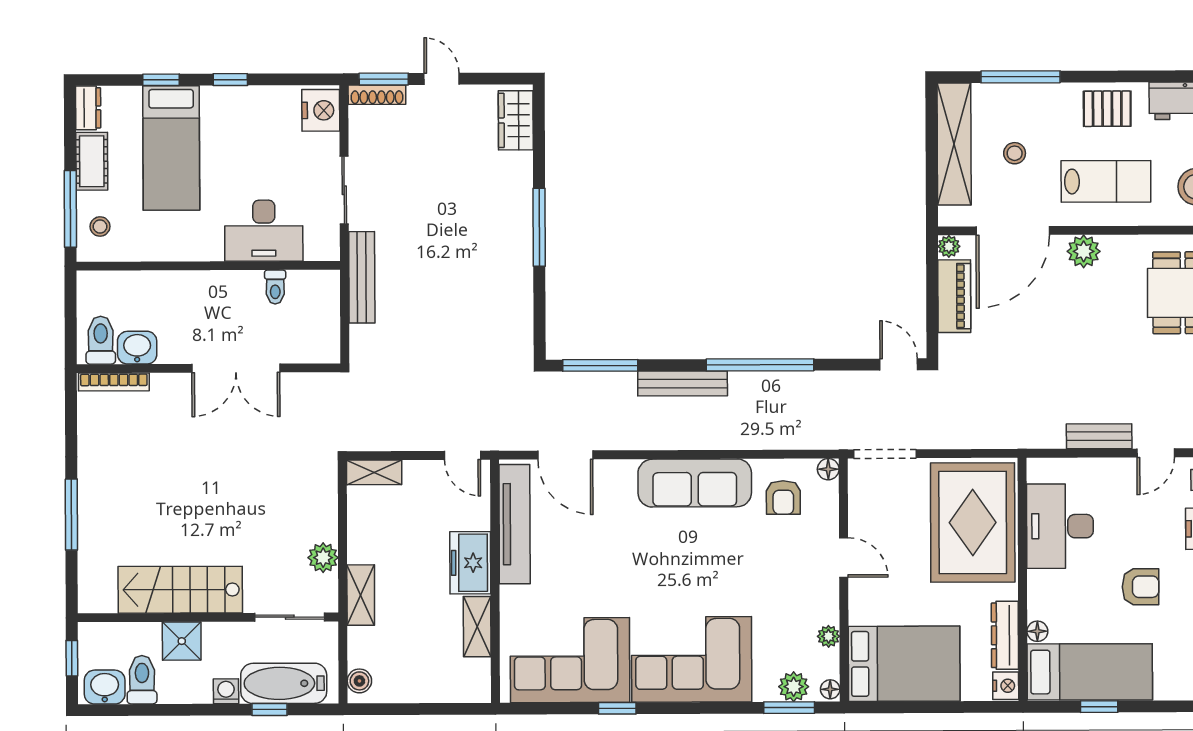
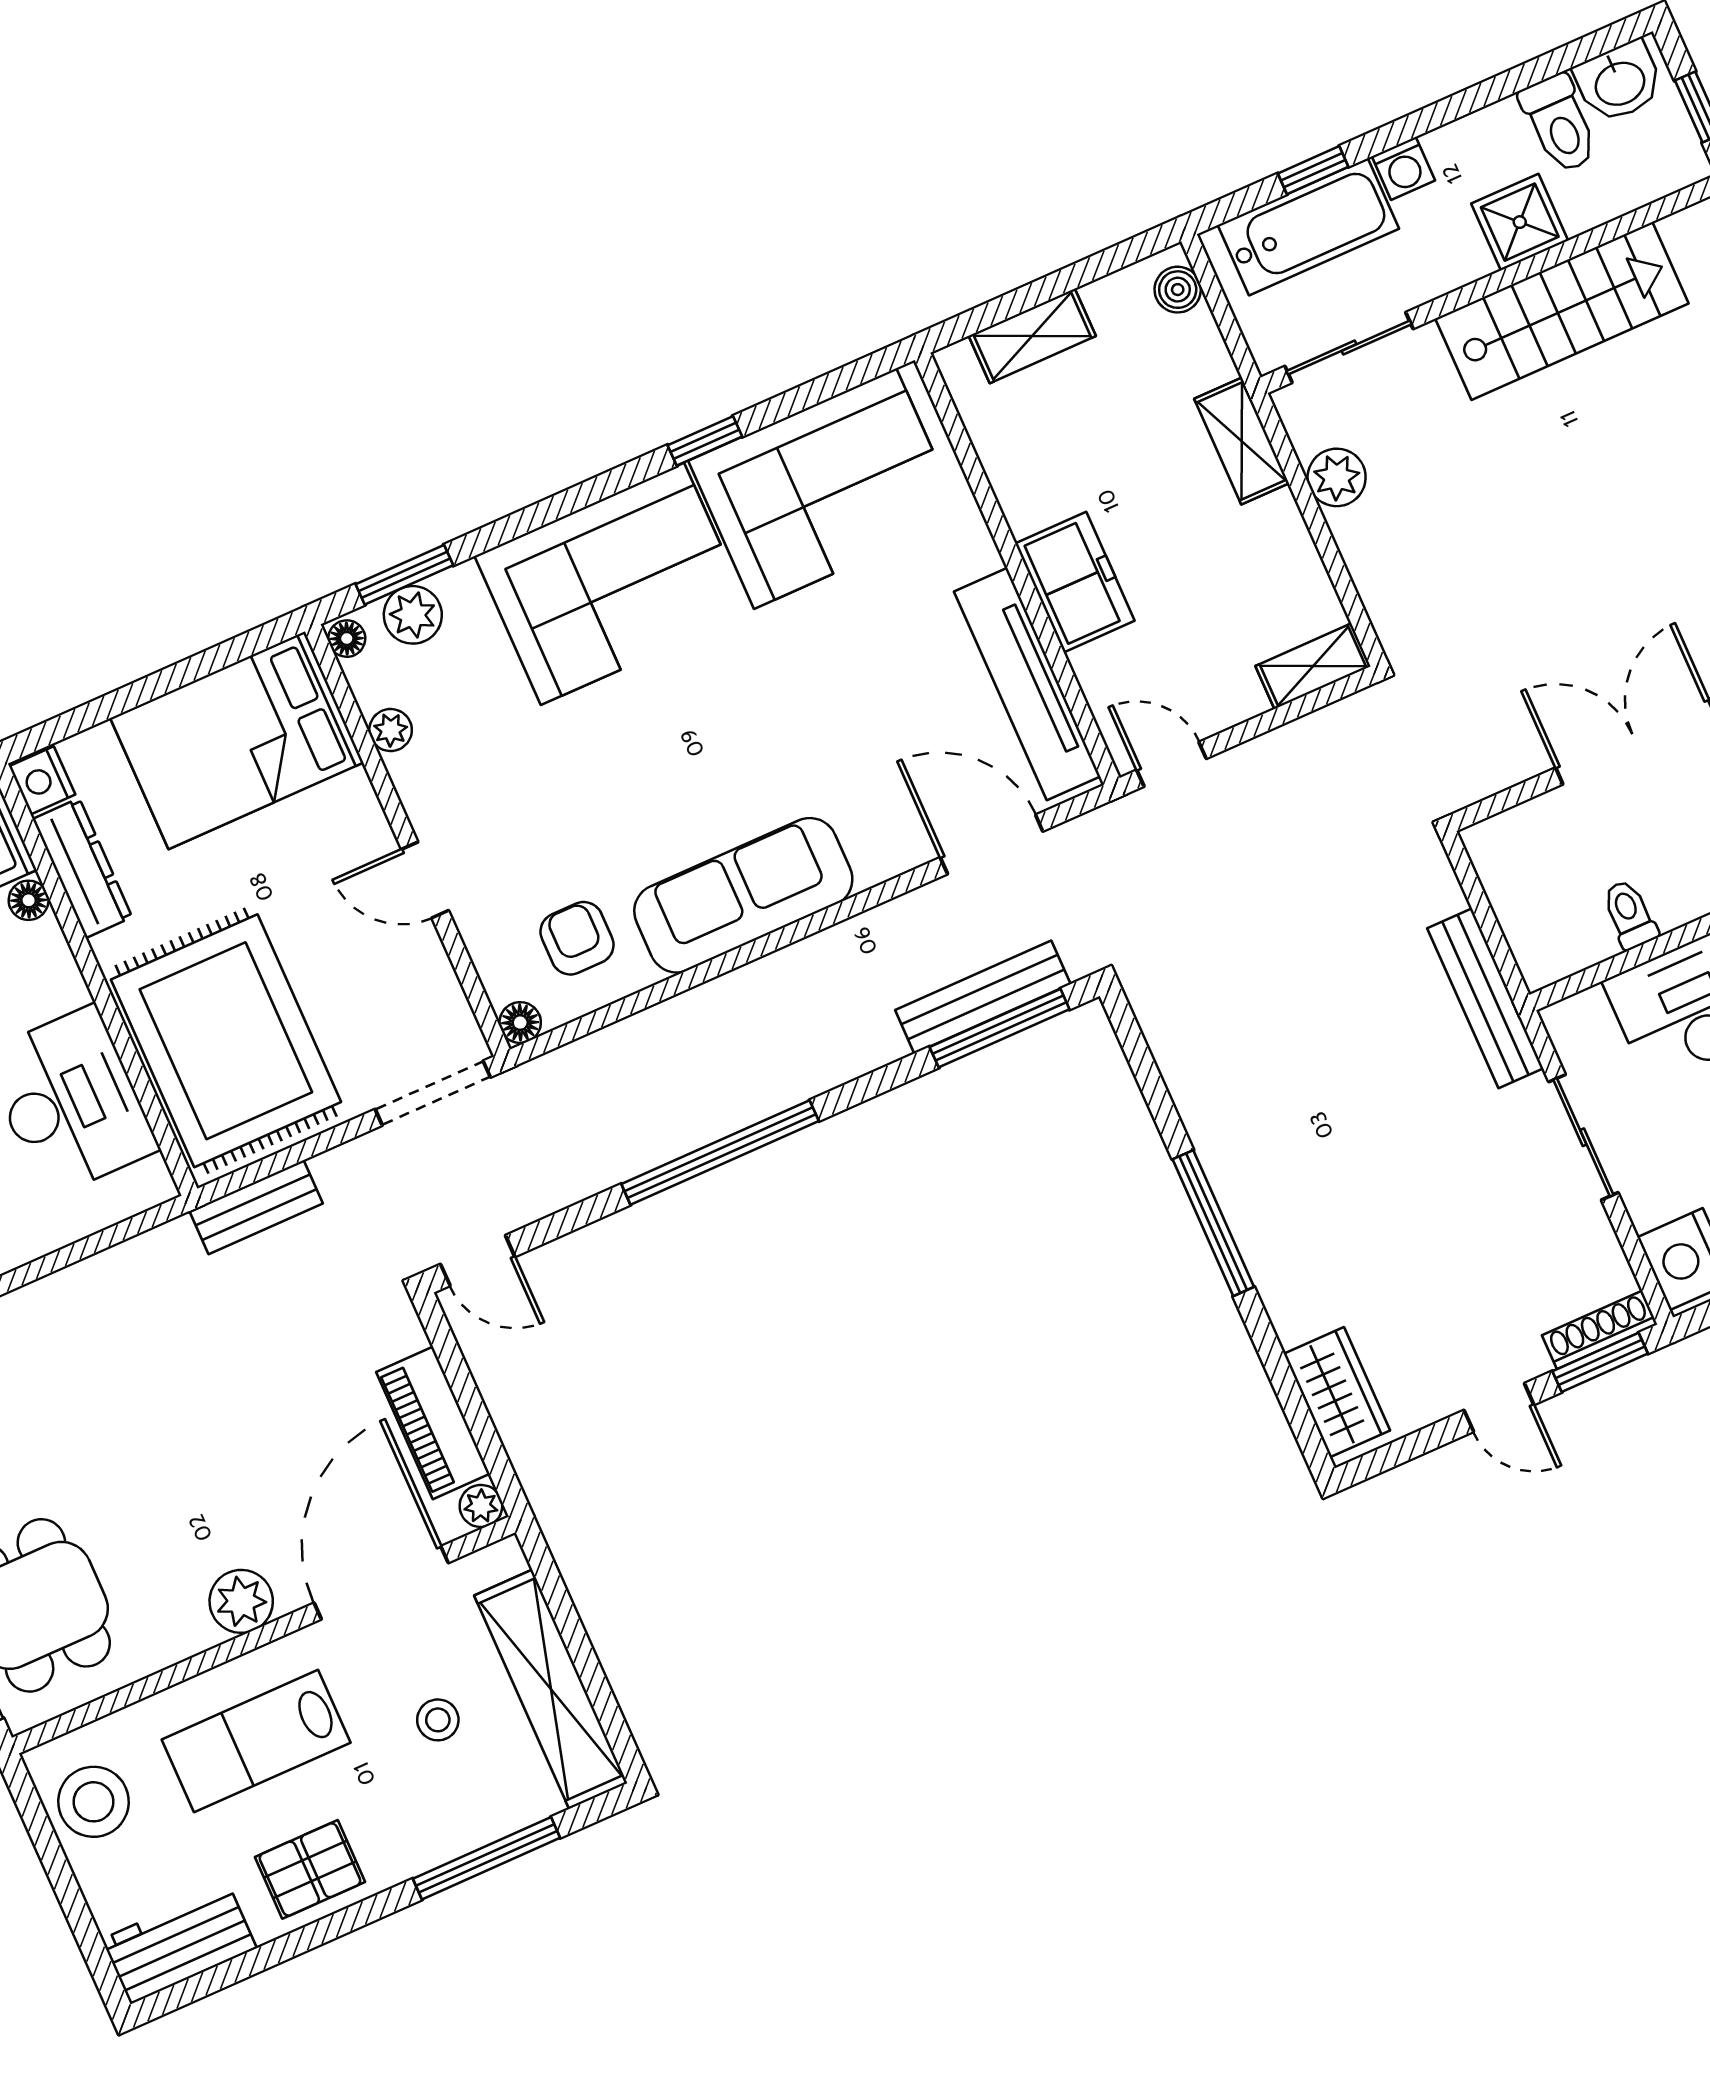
bench: (683, 384) -> (983, 997), moved
bench: (1099, 436) -> (256, 1207), moved
shelving: (477, 627) -> (1032, 336), moved, turned 90

